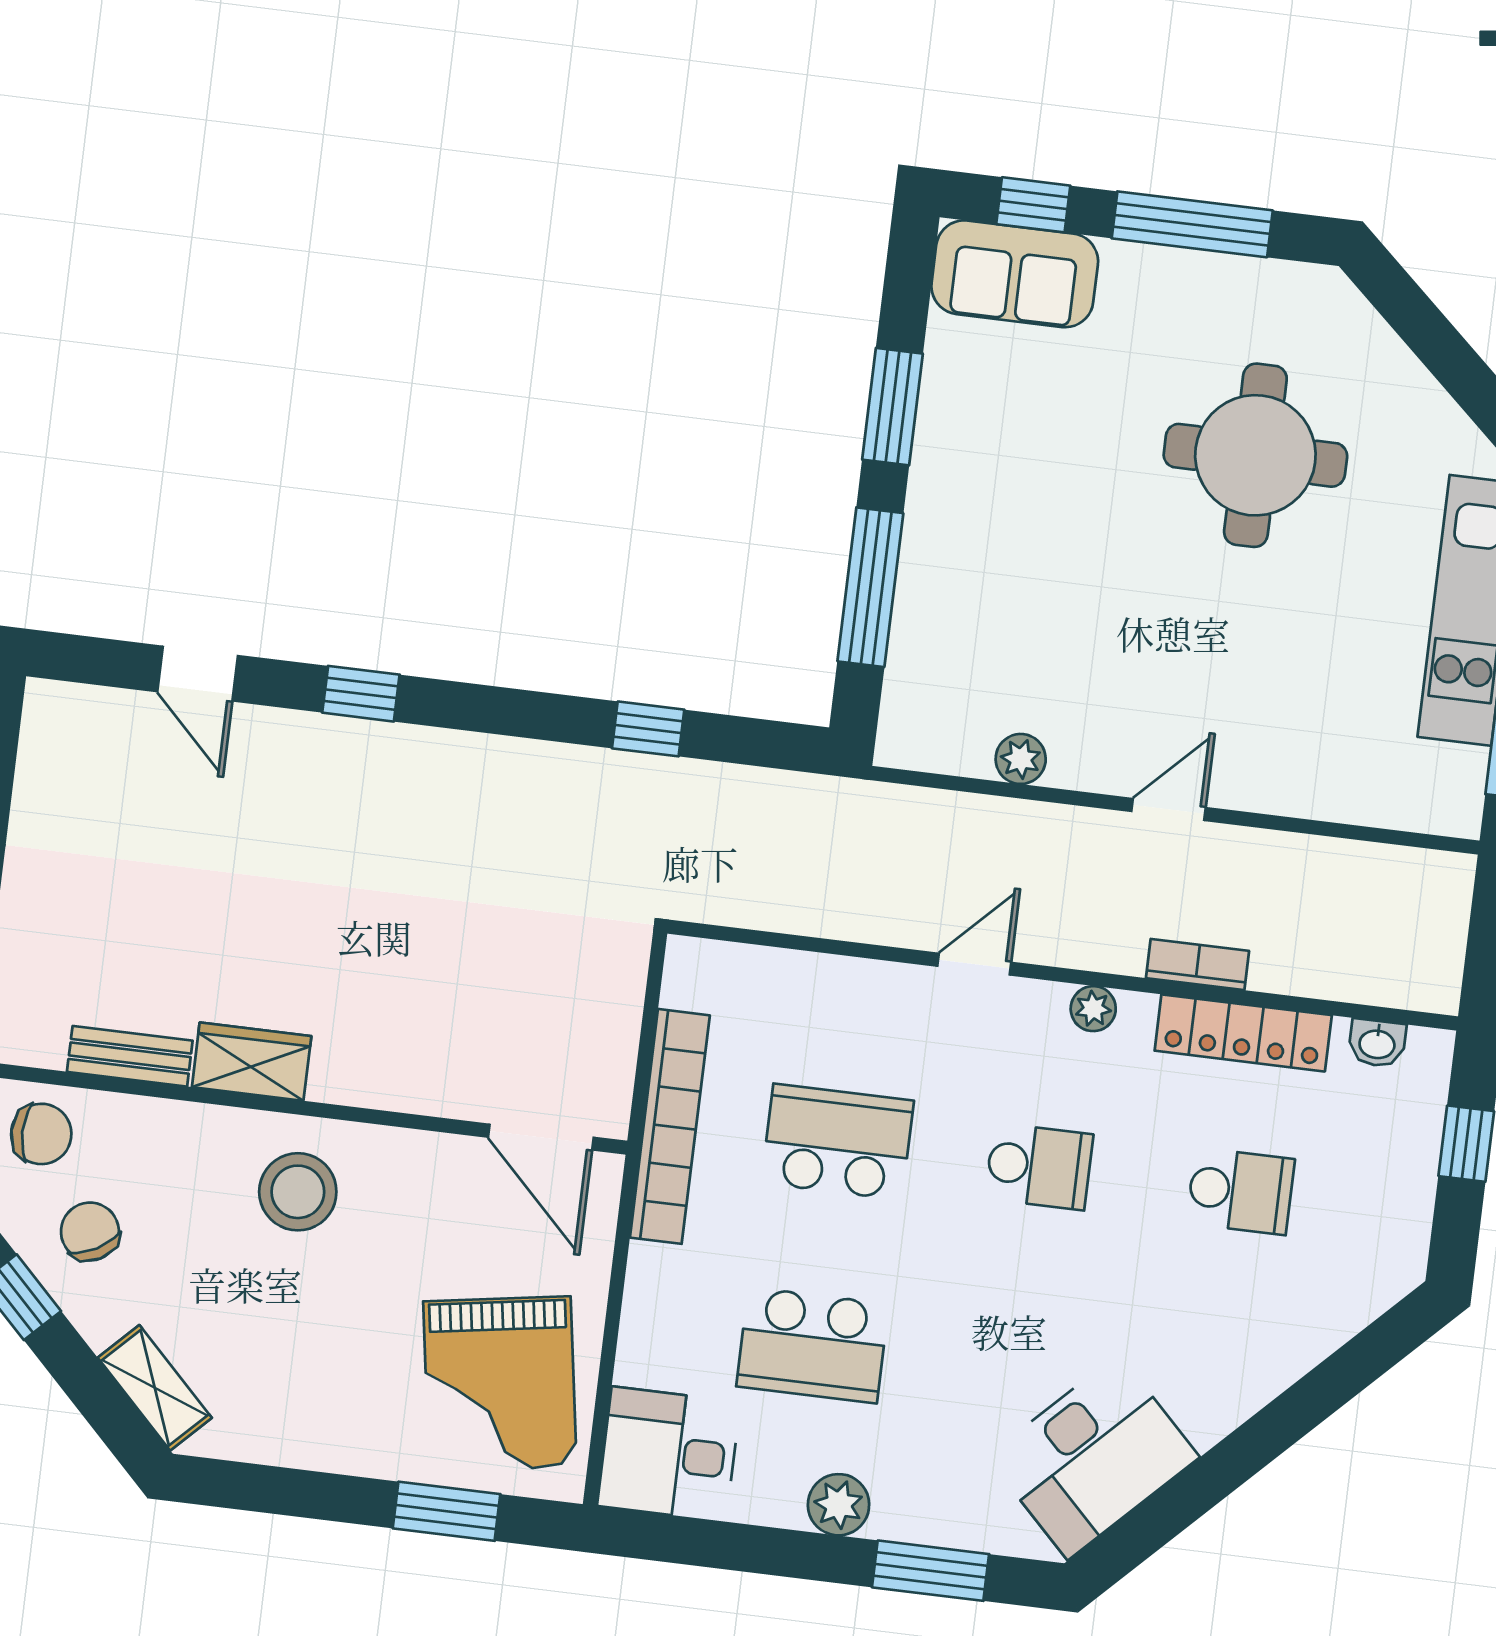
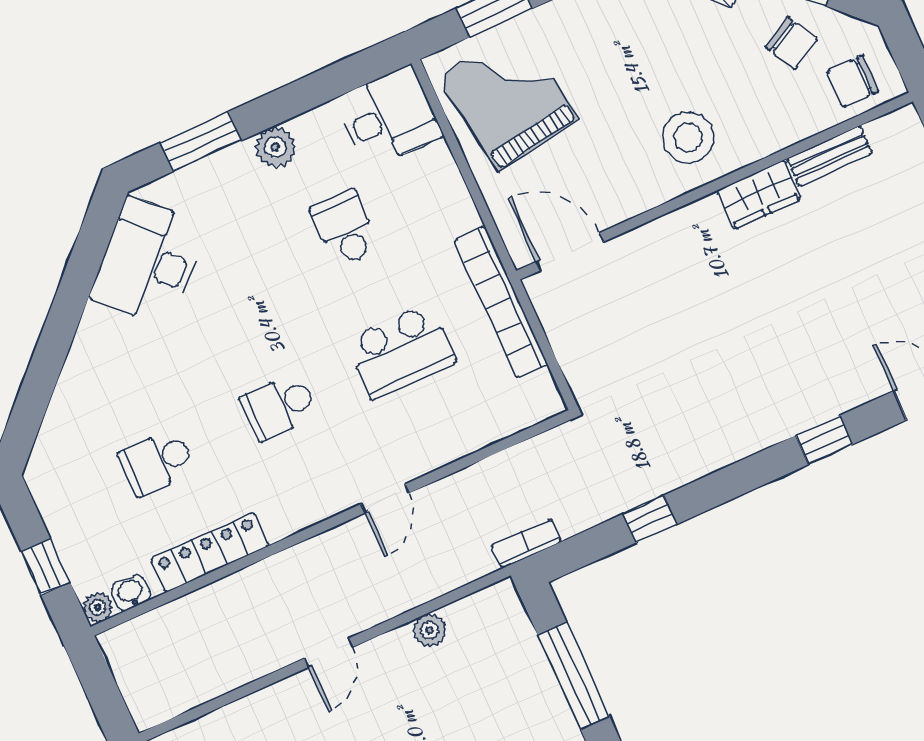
bookcase: (1198, 964) -> (526, 543), moved, turned 180
plant: (1093, 1009) -> (98, 607), moved
school desk: (813, 1345) -> (345, 228), width x0.54

